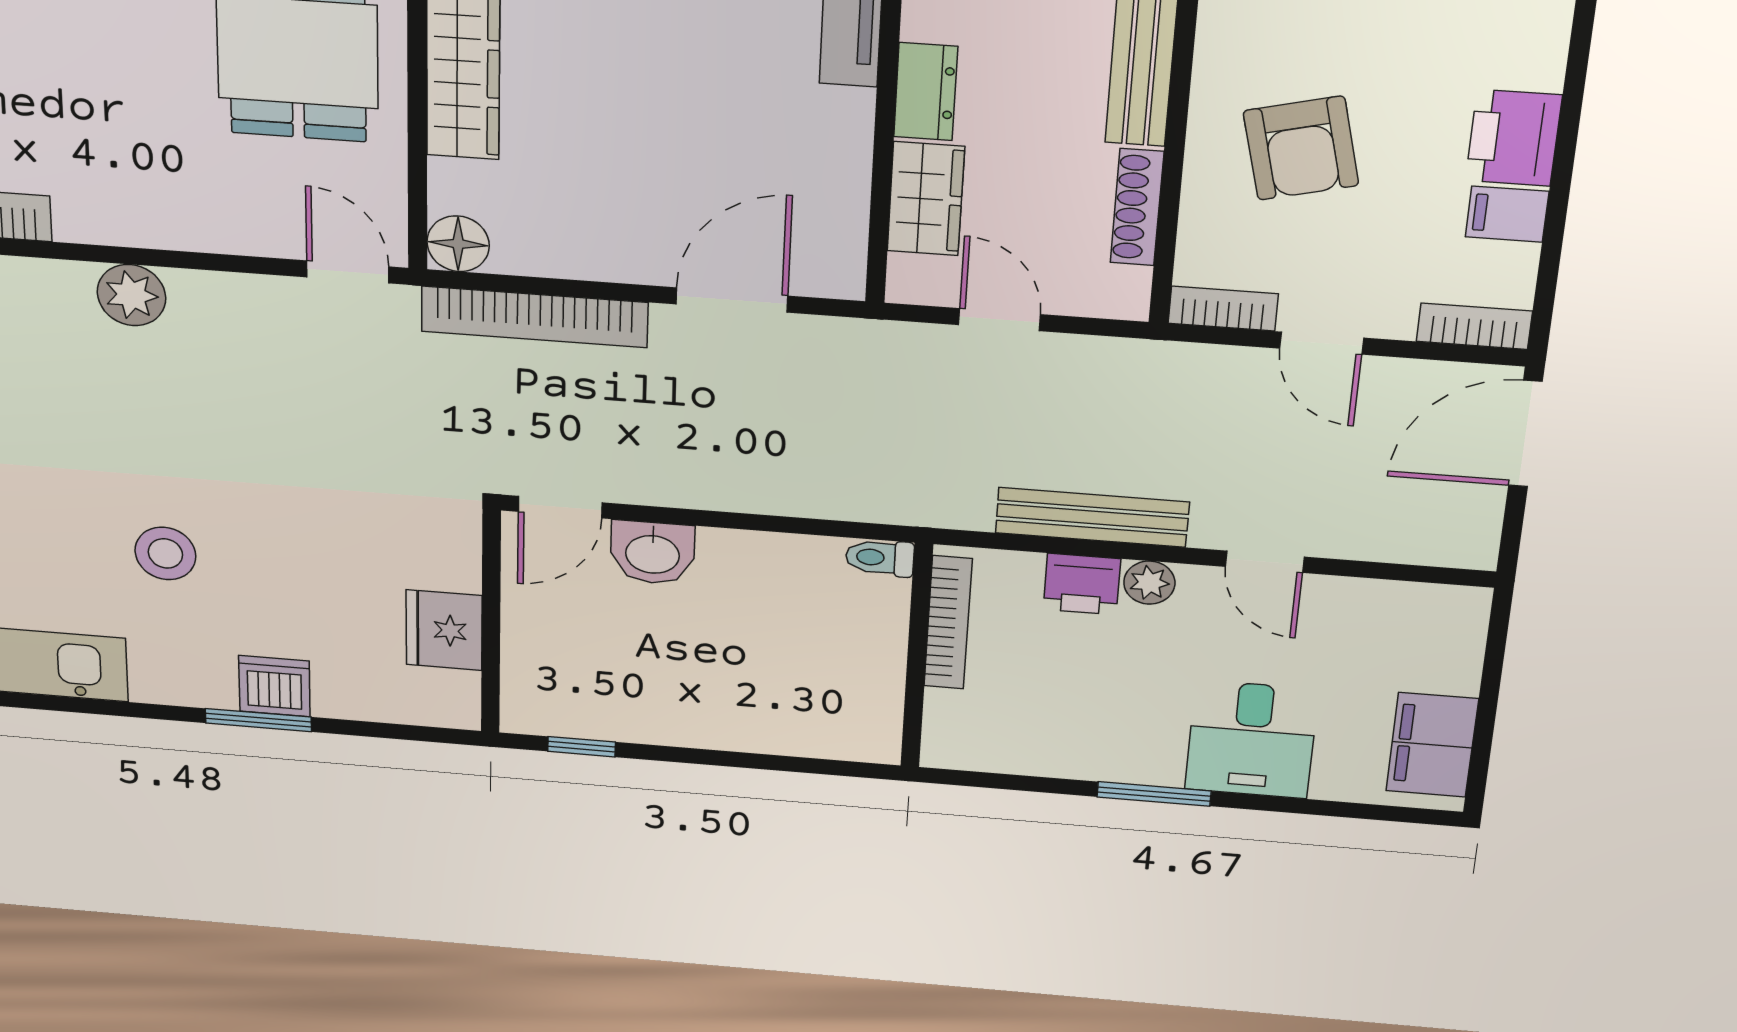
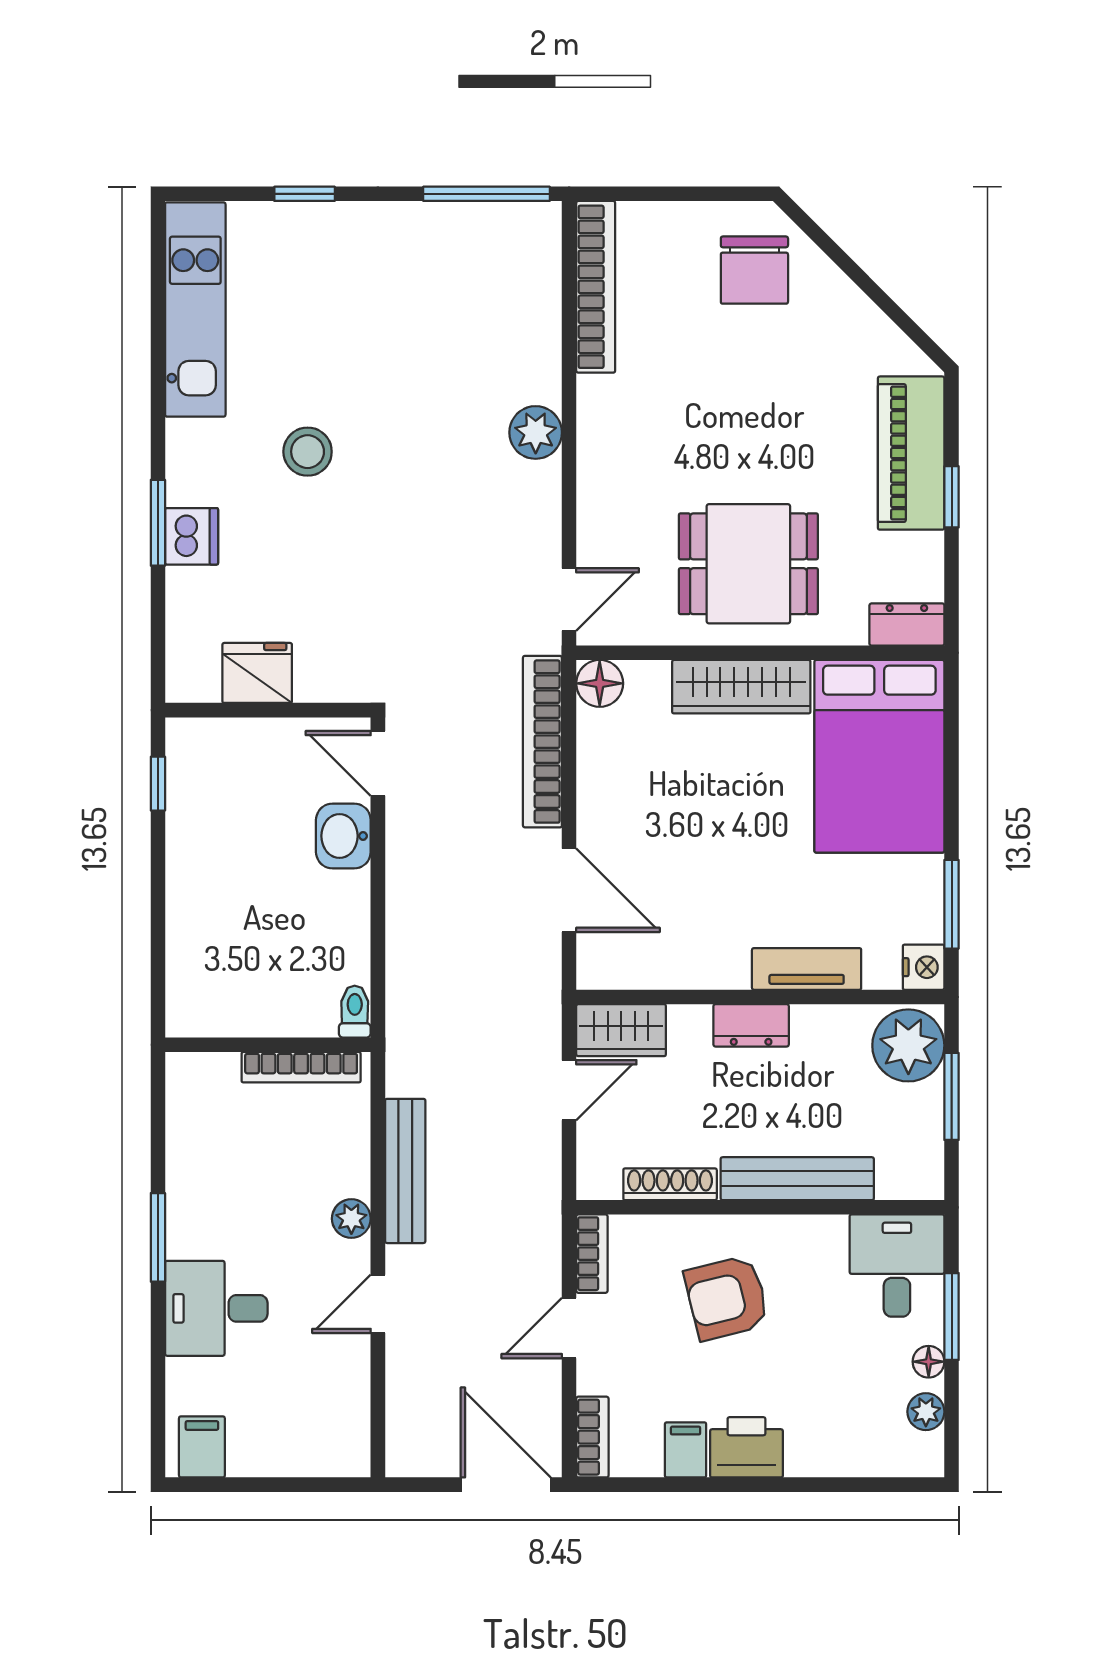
wardrobe: (926, 199) -> (621, 1030), moved
printer: (1082, 584) -> (345, 1167), removed
filing cabinet: (1432, 745) -> (202, 1447), width x0.50

